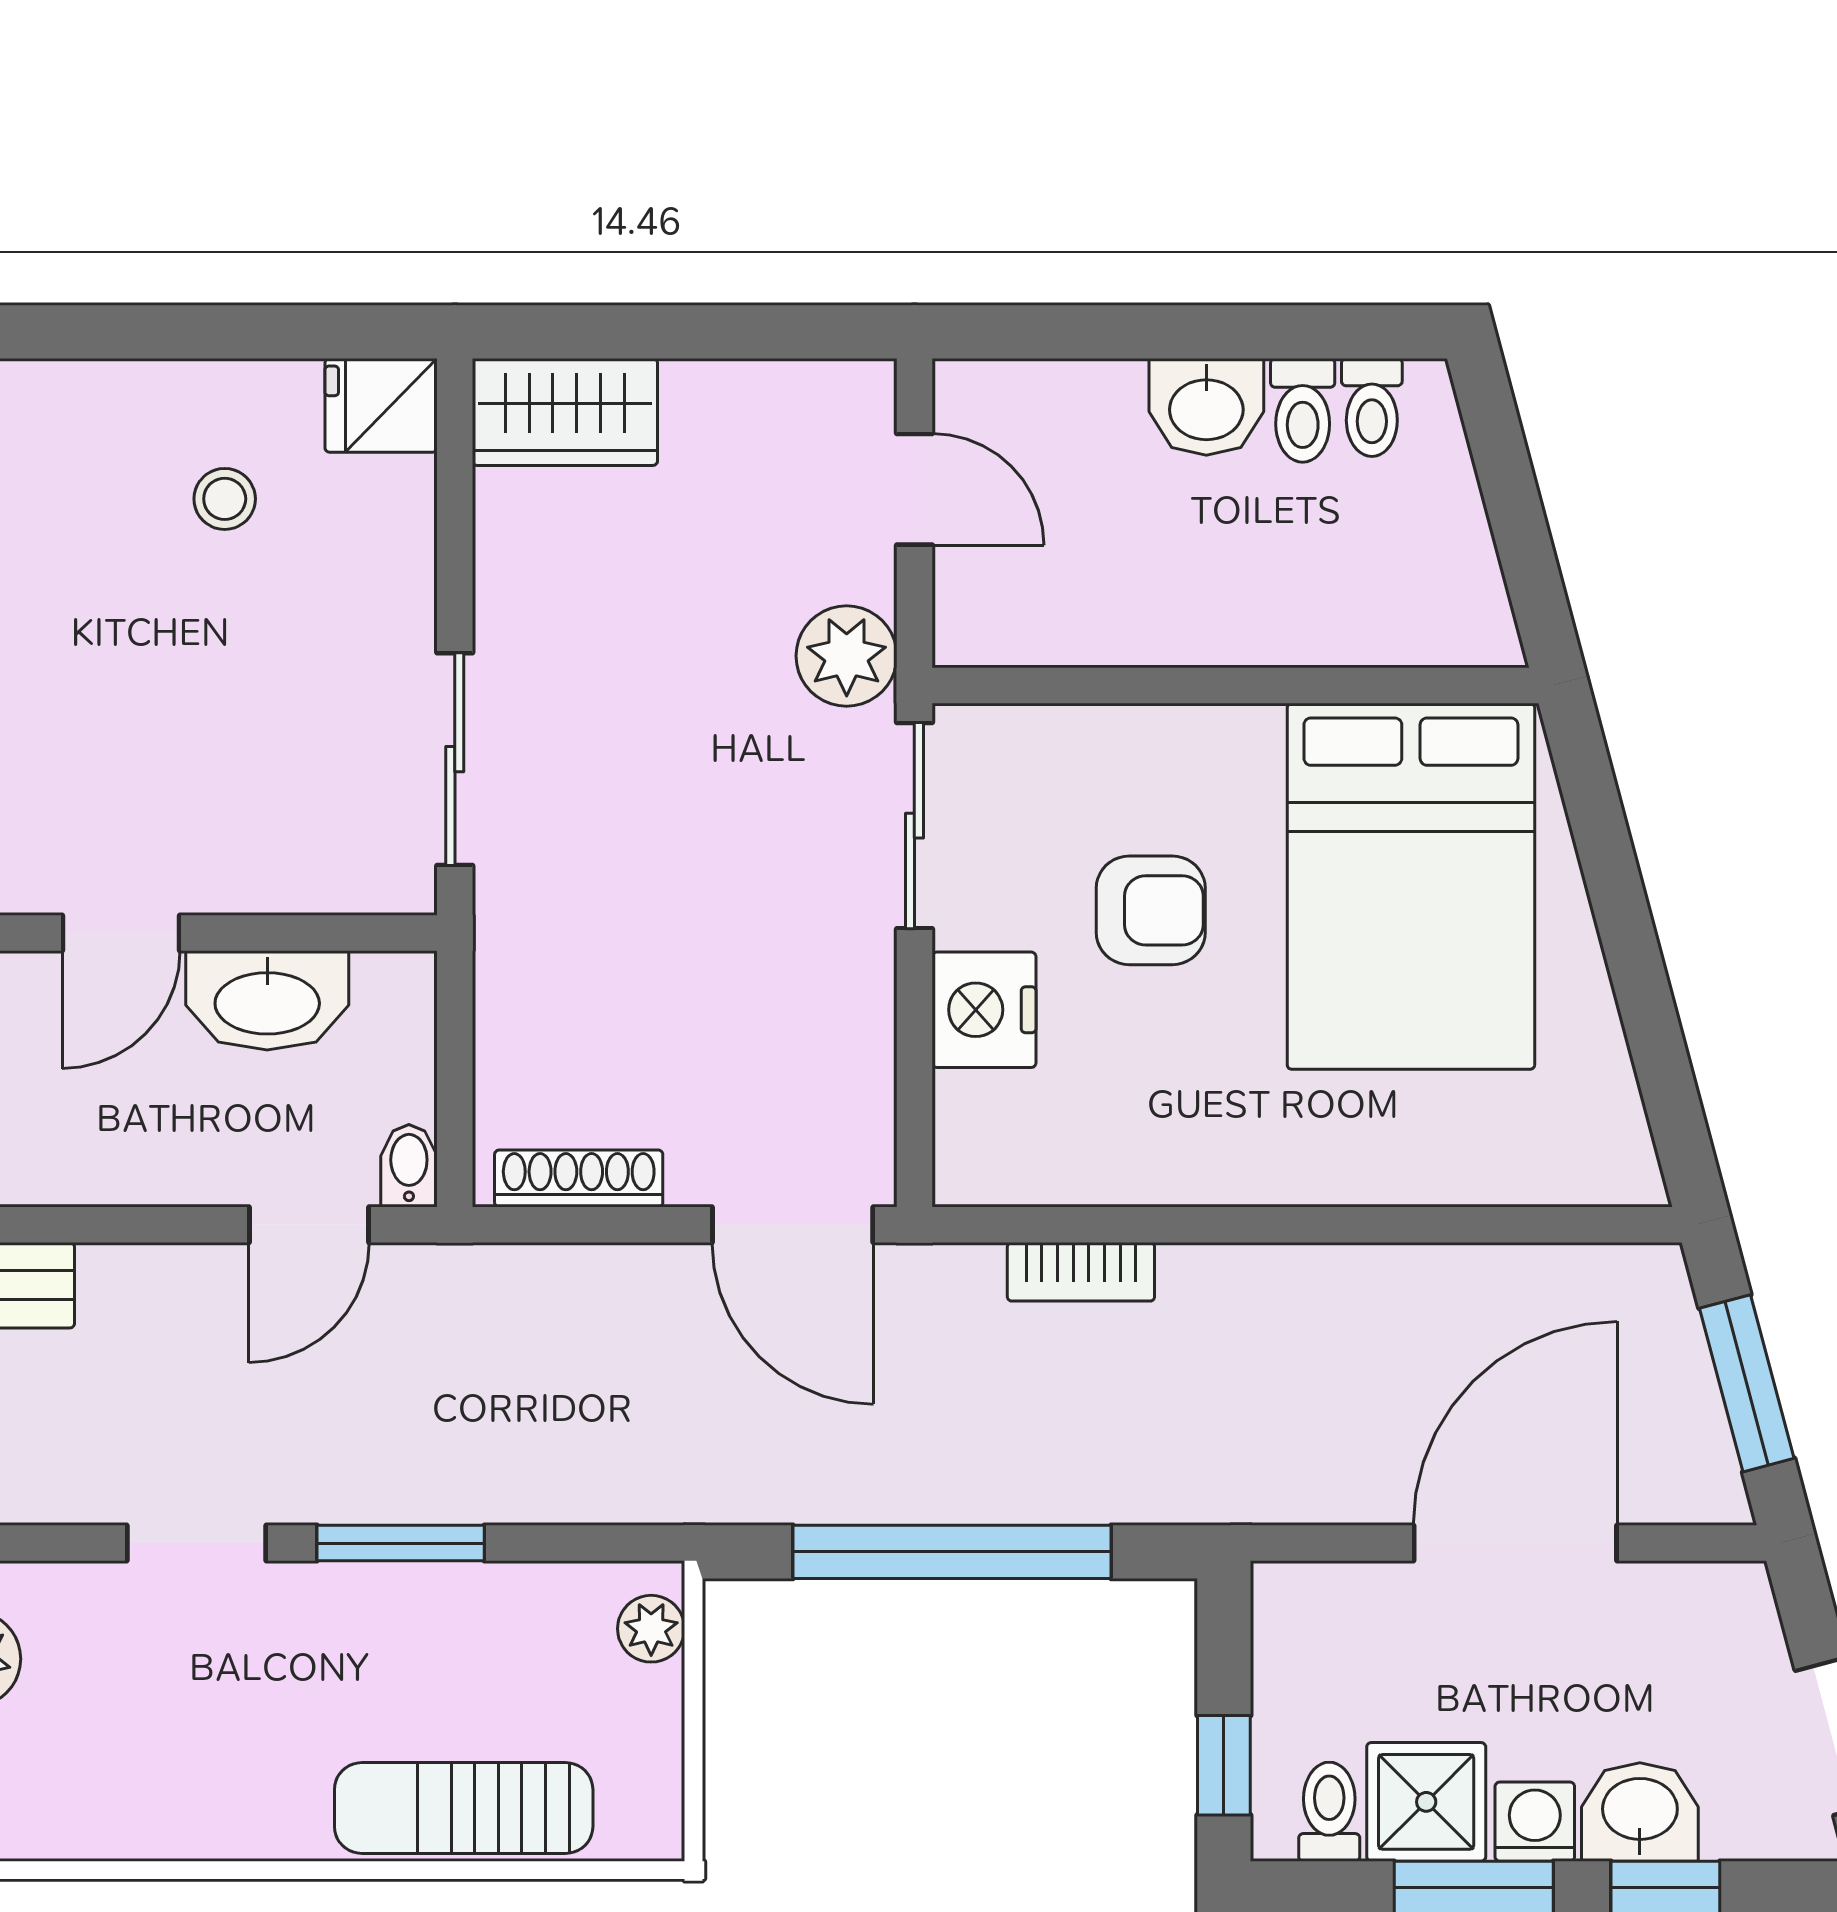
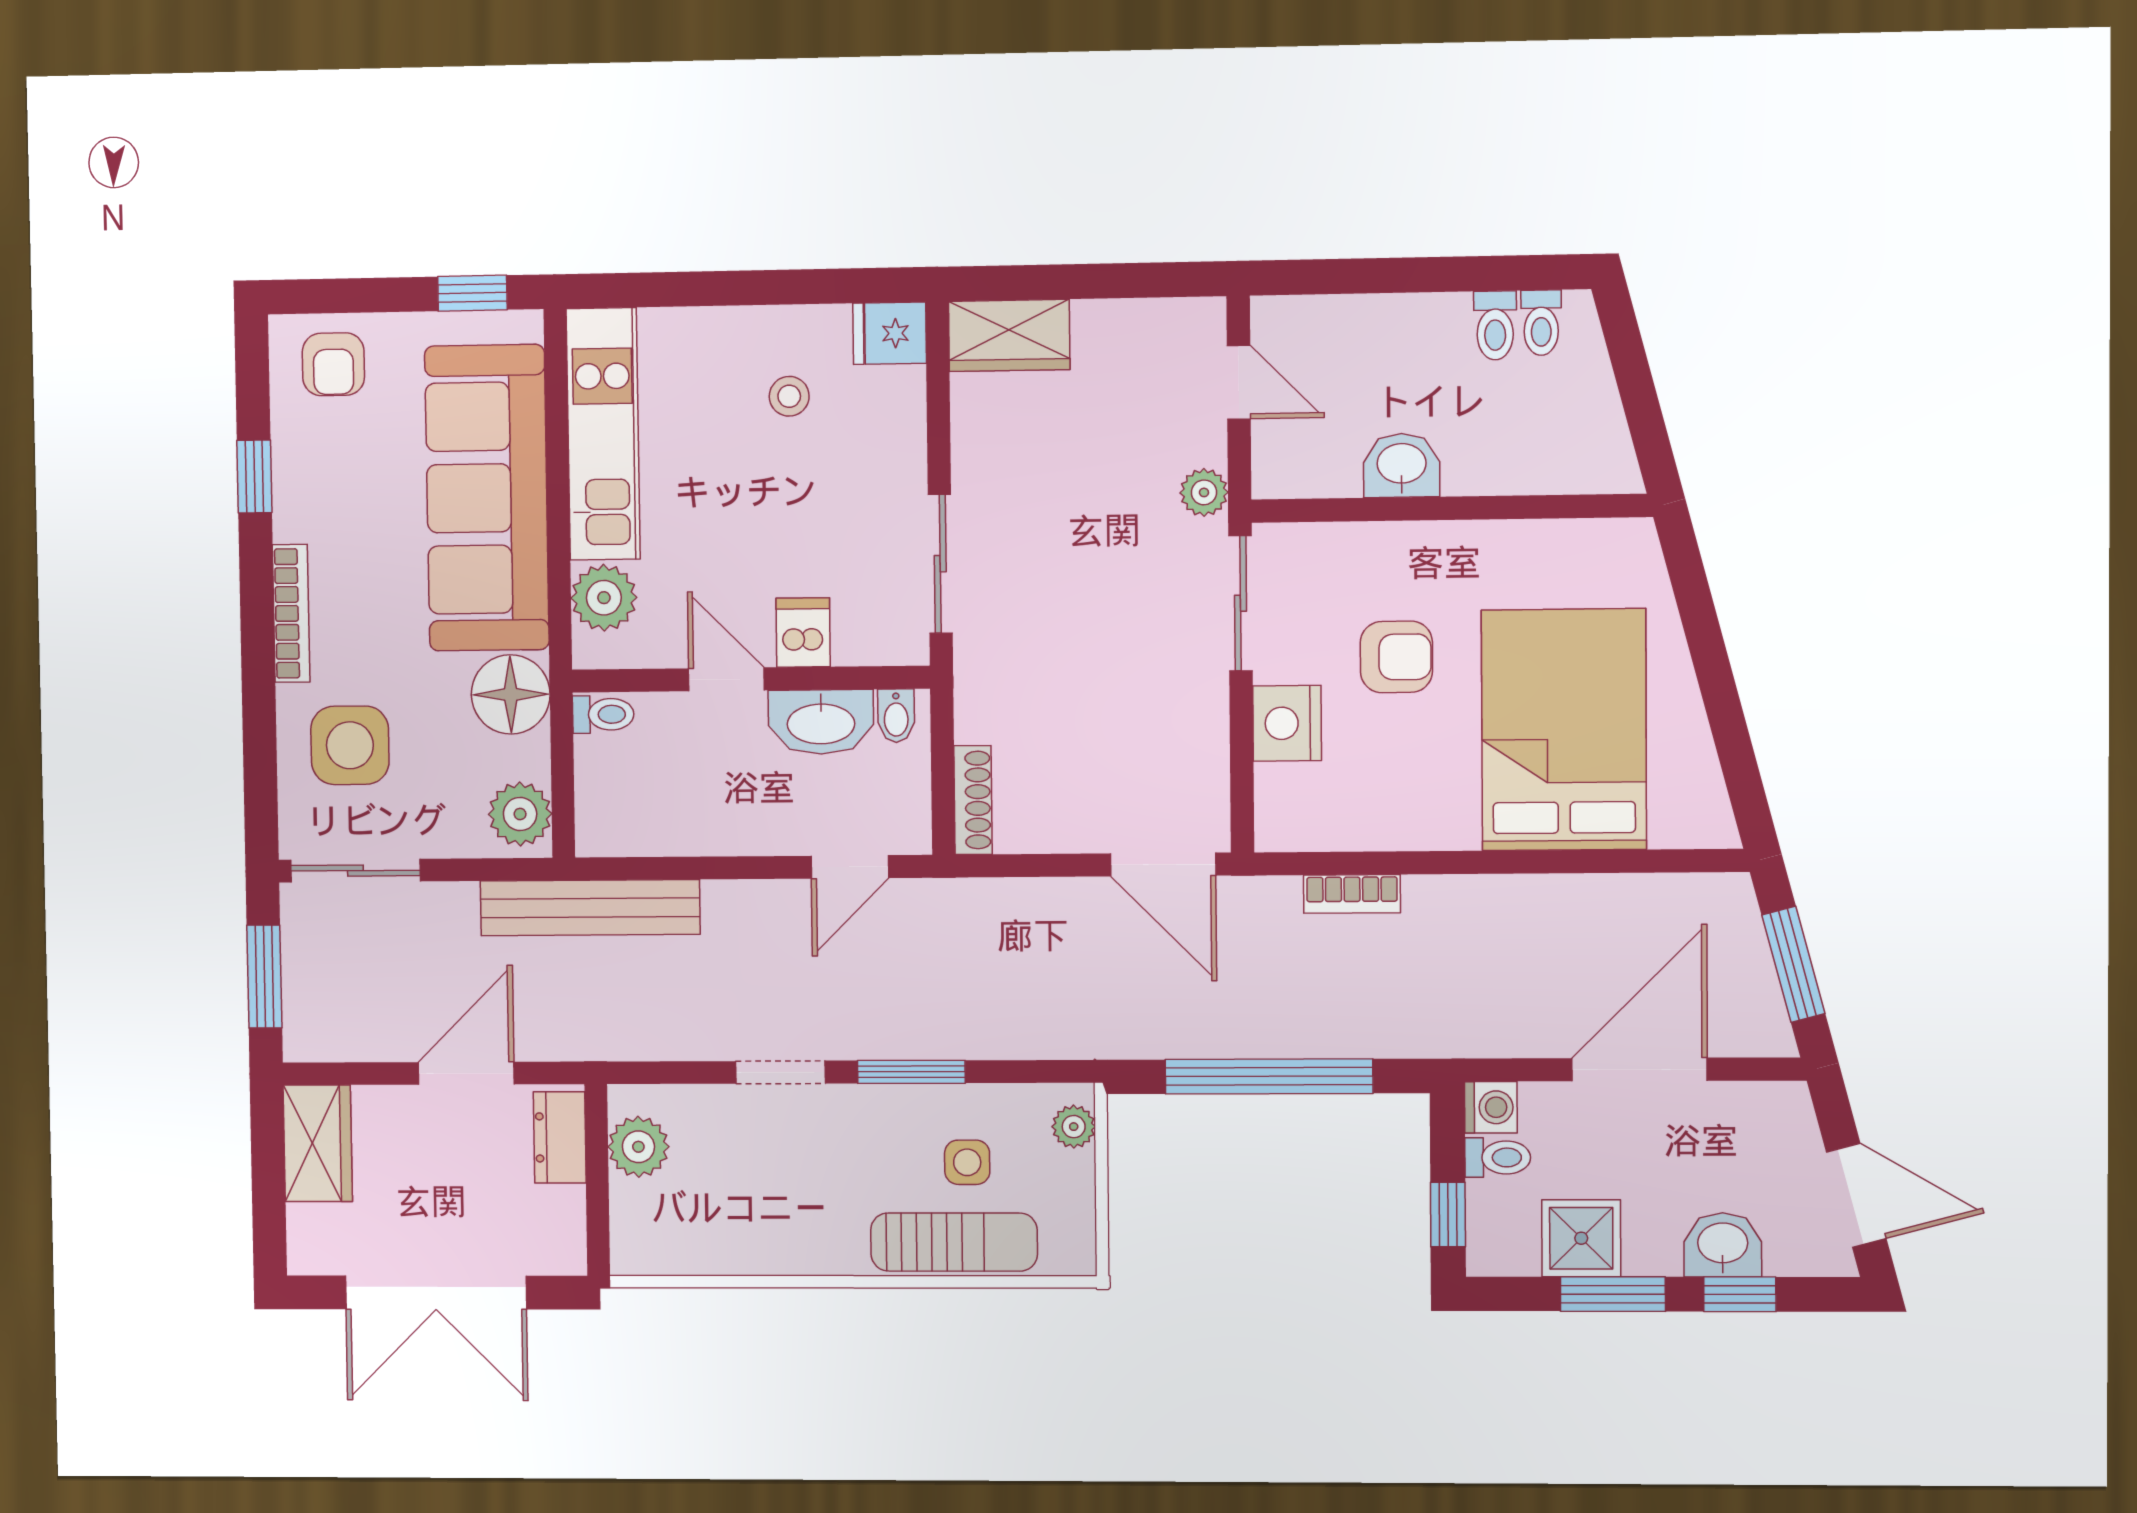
washbasin: (1206, 407) -> (1402, 465), moved, turned 180
plant: (847, 656) -> (1204, 492), width x0.73, depth x0.73
dishwasher: (241, 862) -> (803, 632), added
bed: (1411, 886) -> (1564, 730), moved, turned 180
door: (121, 933) -> (726, 679), swing flipped
bidet: (409, 1166) -> (896, 716), moved, turned 180
shoe rack: (579, 1178) -> (973, 800), moved, turned 90
side table: (486, 1684) -> (967, 1162), added
sun lounger: (464, 1808) -> (954, 1242), turned 180
toilet: (1329, 1812) -> (1498, 1157), moved, turned 90
washing machine: (1535, 1822) -> (1491, 1107), moved, turned 90

